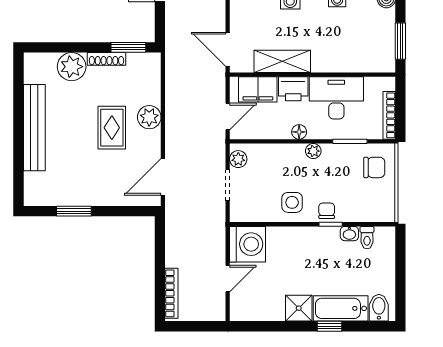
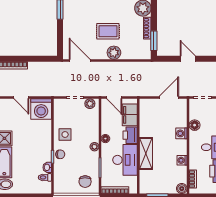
door: (228, 49) -> (169, 98), moved
shelving: (282, 61) -> (146, 154), moved

